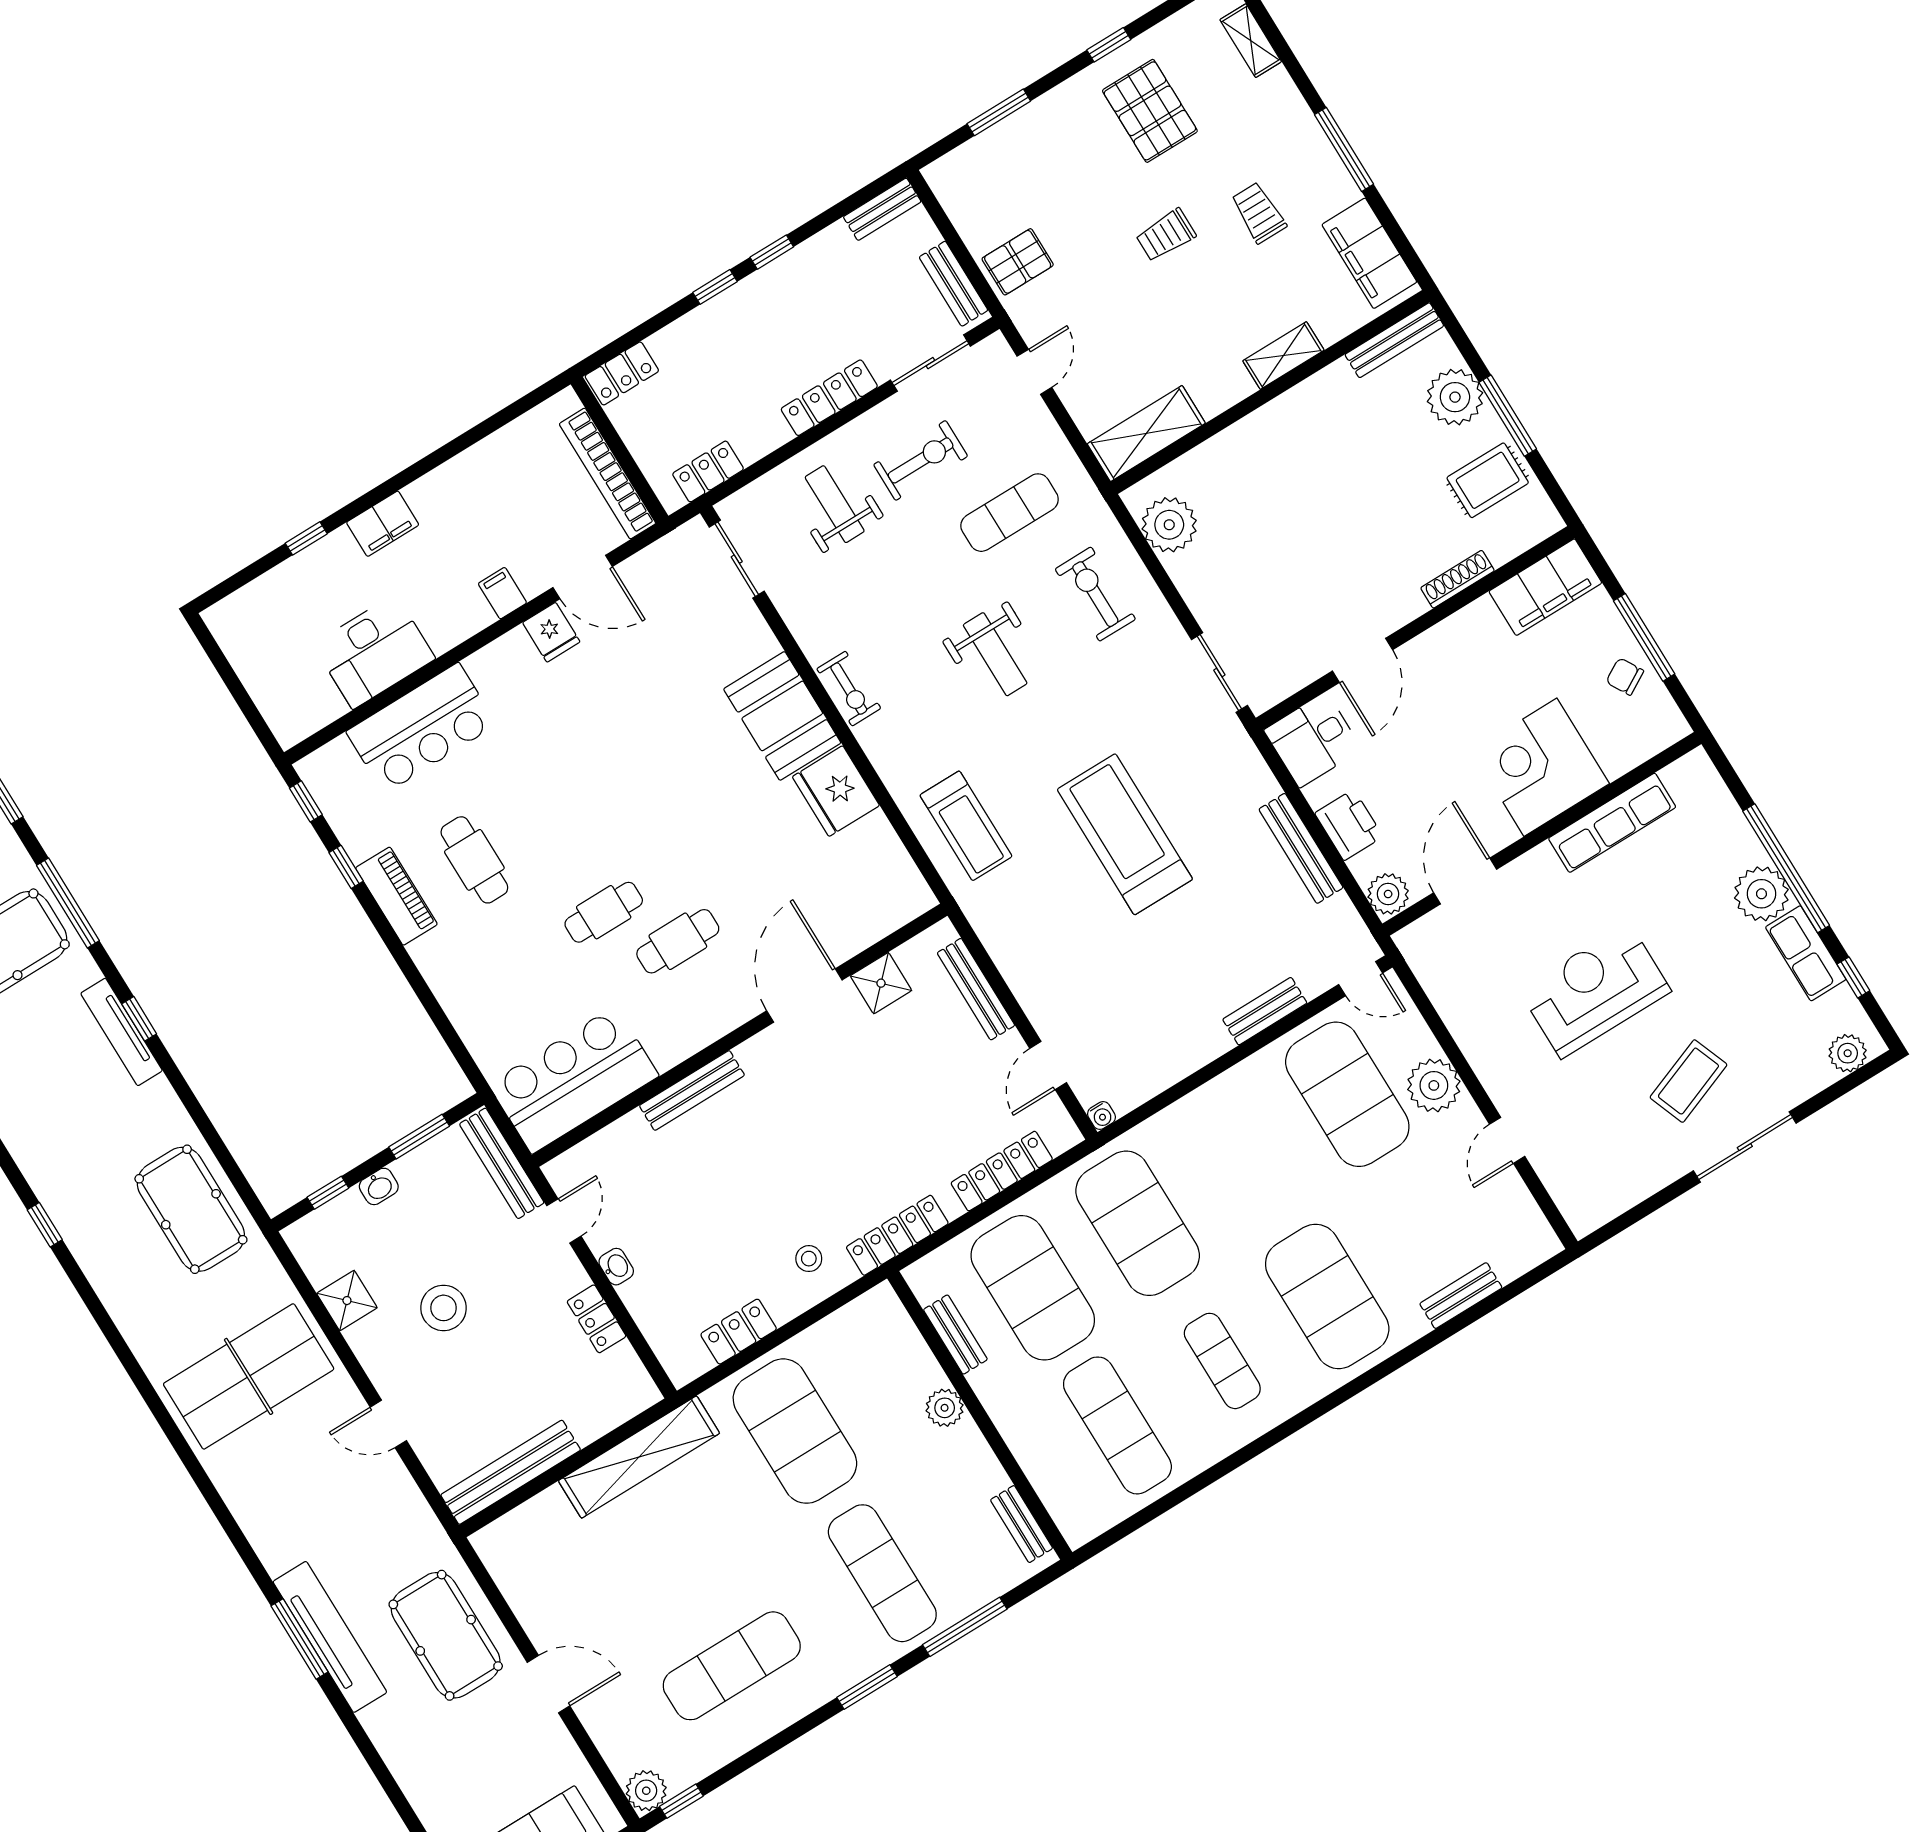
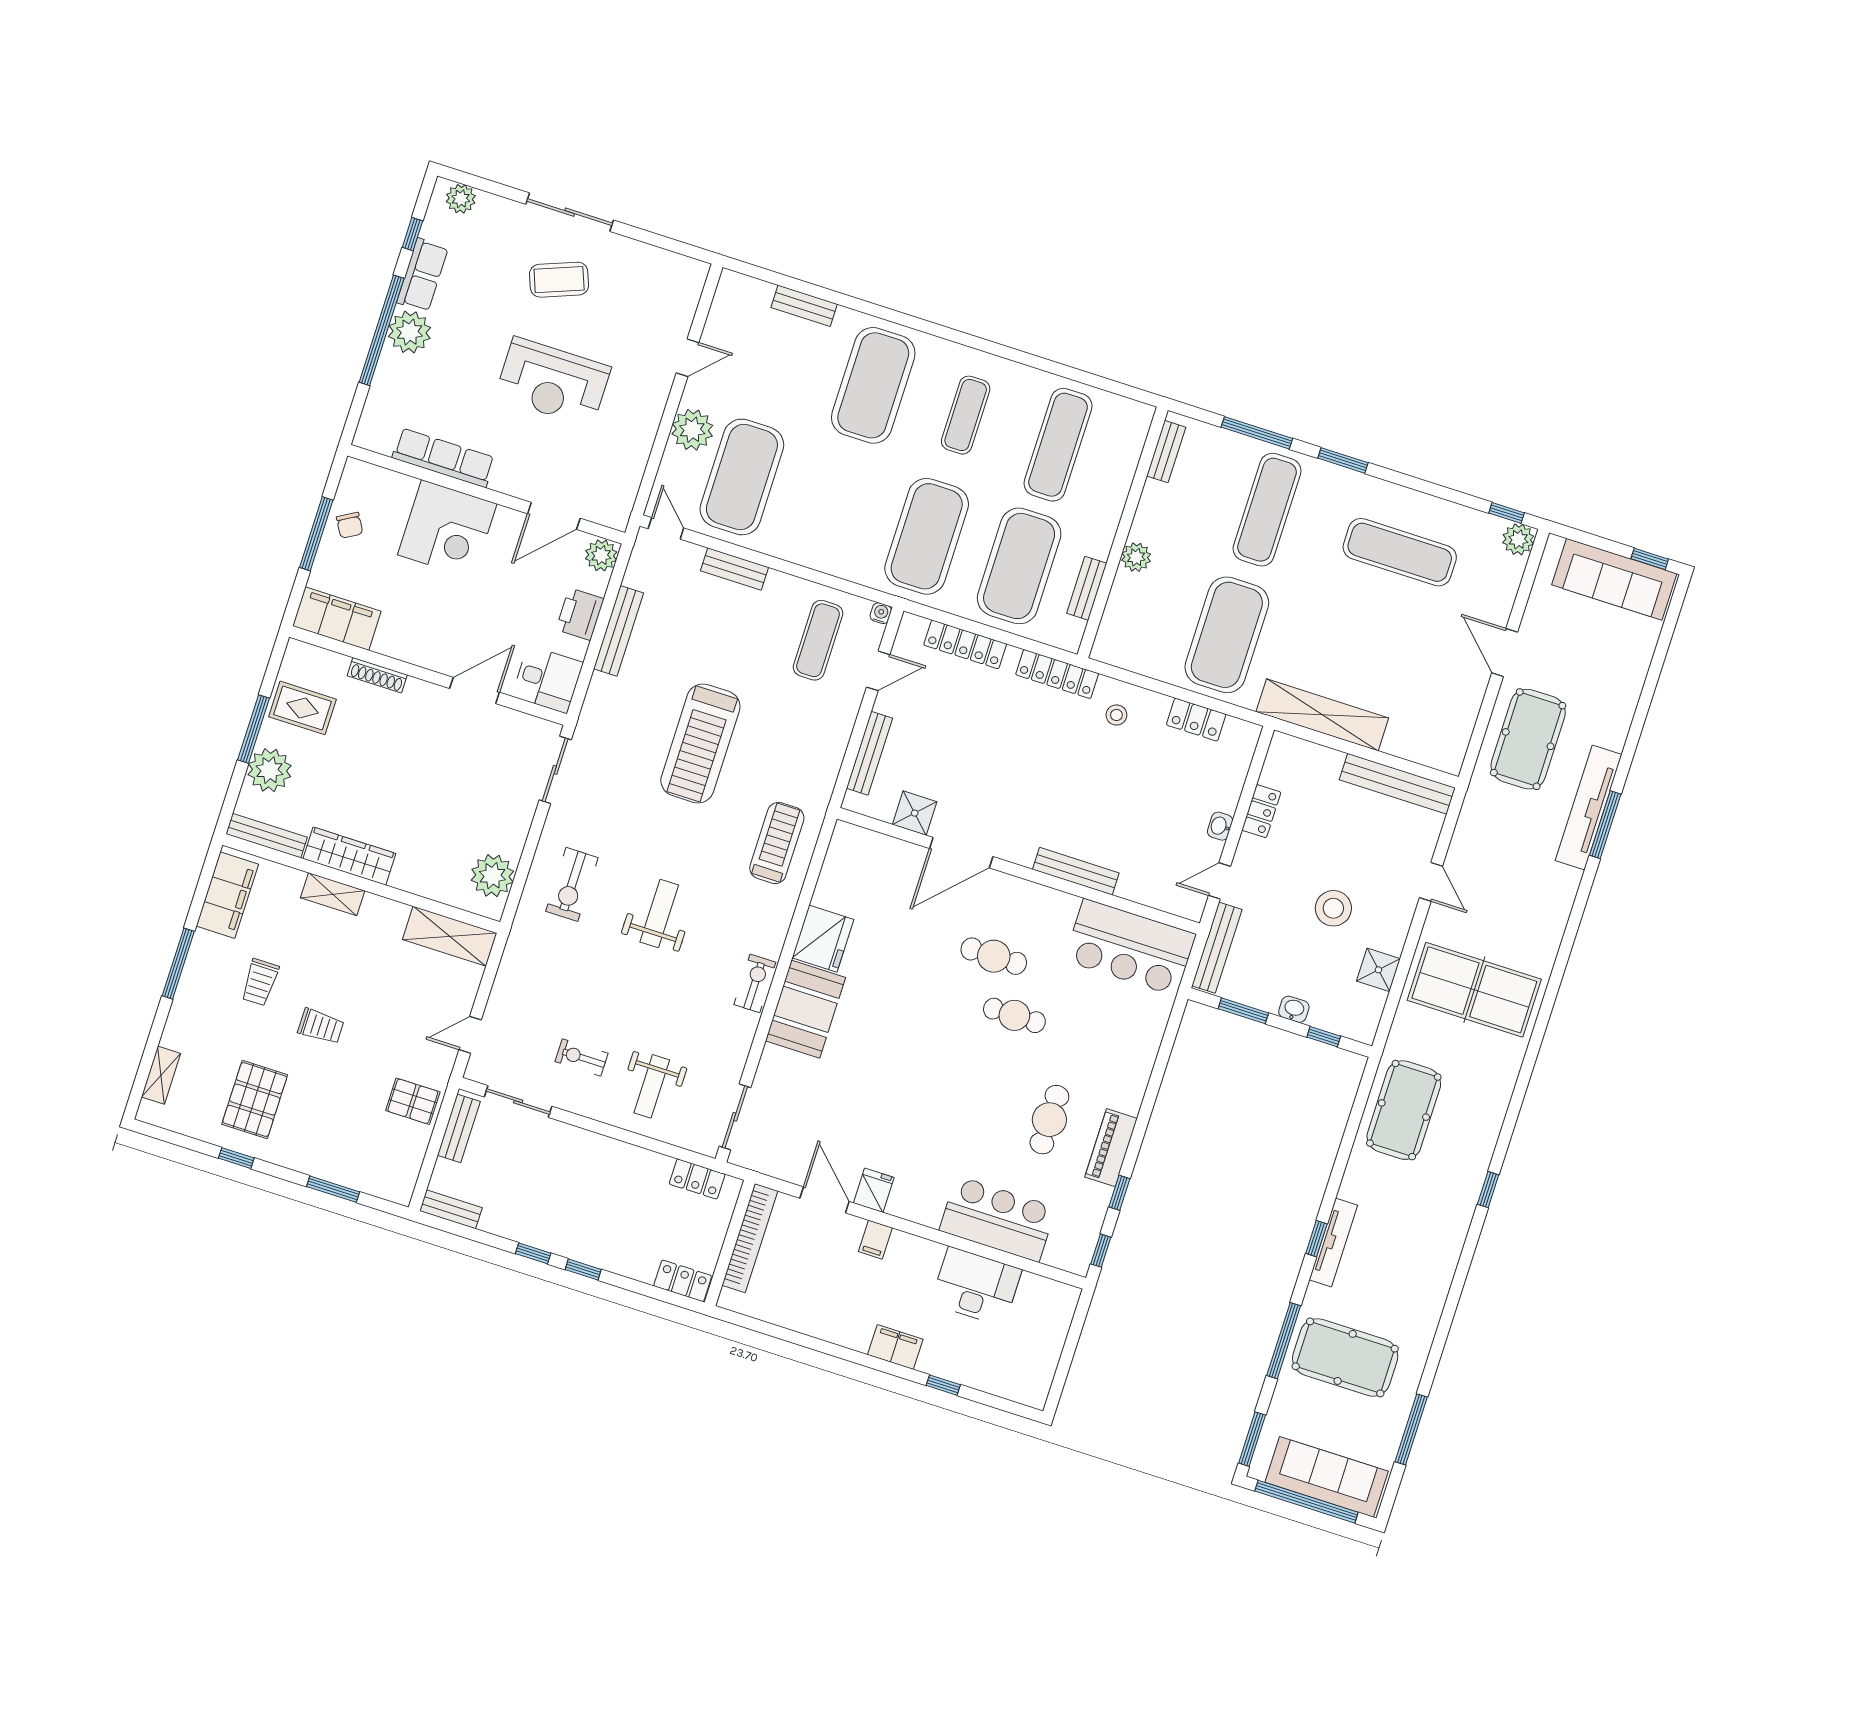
locker: (829, 398) -> (591, 1144), removed
wardrobe: (1306, 403) -> (349, 856), added
exercise bike: (921, 460) -> (581, 1057), width x0.73, depth x0.72
exercise mat: (1010, 513) -> (818, 640), moved, turned 90

